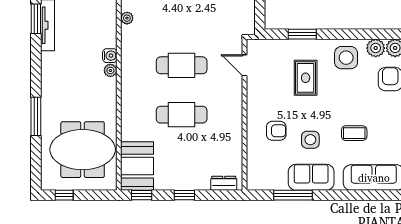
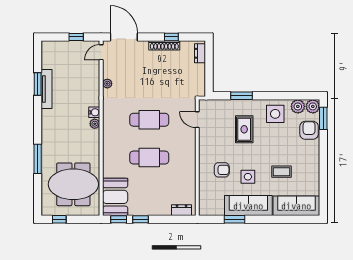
sofa: (311, 177) -> (248, 206), width x1.36
window: (184, 195) -> (141, 219), moved
window: (293, 195) -> (235, 219), width x0.69

